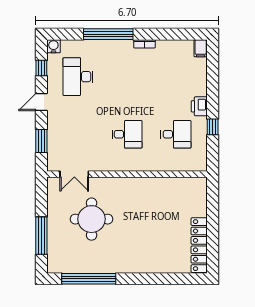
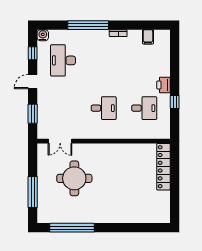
filing cabinet: (201, 48) -> (148, 37), moved
locker: (199, 245) -> (163, 167), moved

